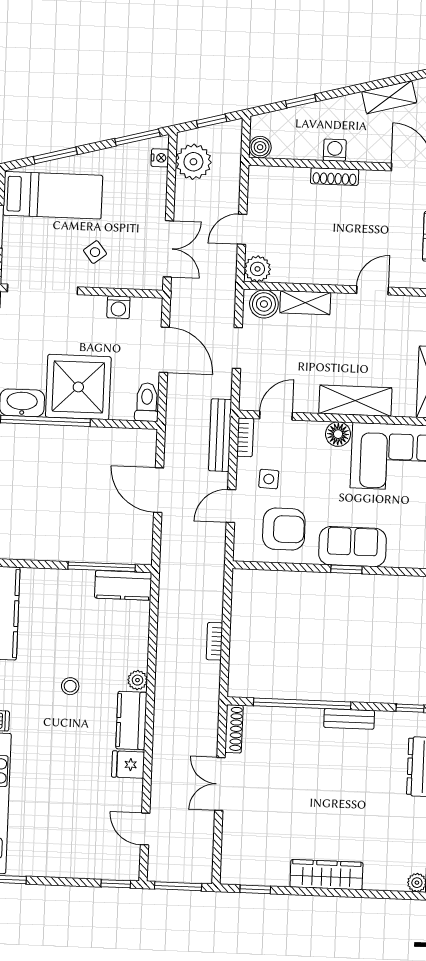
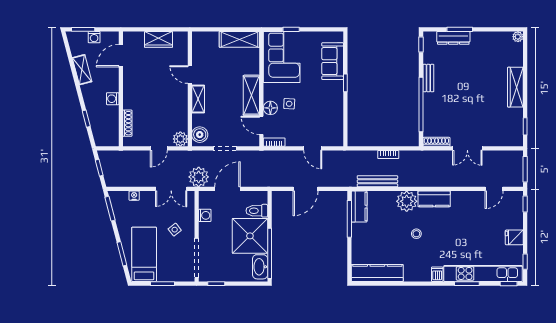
boiler: (260, 147) -> (113, 140), removed
nightstand: (160, 158) -> (134, 196), moved
plant: (193, 162) -> (199, 177), moved
shoe rack: (335, 177) -> (127, 123), moved
door: (242, 229) -> (159, 148), hinge flipped
double door: (168, 249) -> (171, 189), swing flipped
shelving: (305, 303) -> (198, 99), moved
shelving: (355, 401) -> (251, 95), moved
toilet: (147, 402) -> (257, 211), moved
floor lamp: (338, 434) -> (270, 108), moved
bench: (220, 435) -> (377, 181), moved
side table: (269, 479) -> (289, 104), moved
armchair: (284, 529) -> (324, 119), removed
sofa: (352, 547) -> (333, 61), moved
plant: (138, 680) -> (407, 201), width x1.88, depth x1.88
fridge: (128, 765) -> (514, 237), moved, turned 90

